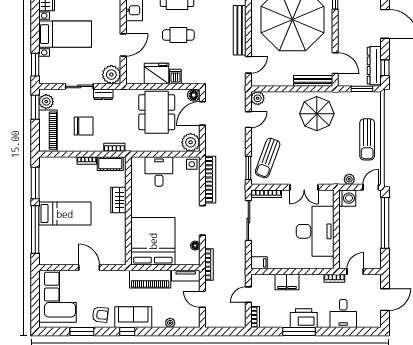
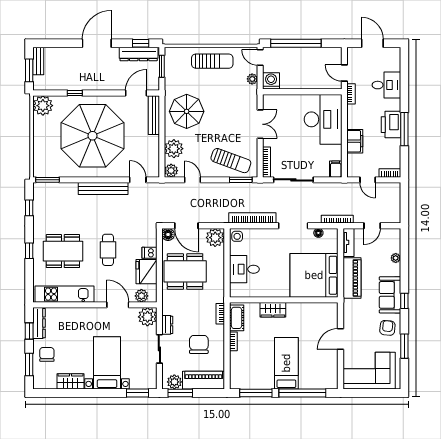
plant: (132, 69) -> (141, 296), added
plant: (280, 101) -> (174, 149), added
desk: (315, 231) -> (323, 119), moved, turned 90

